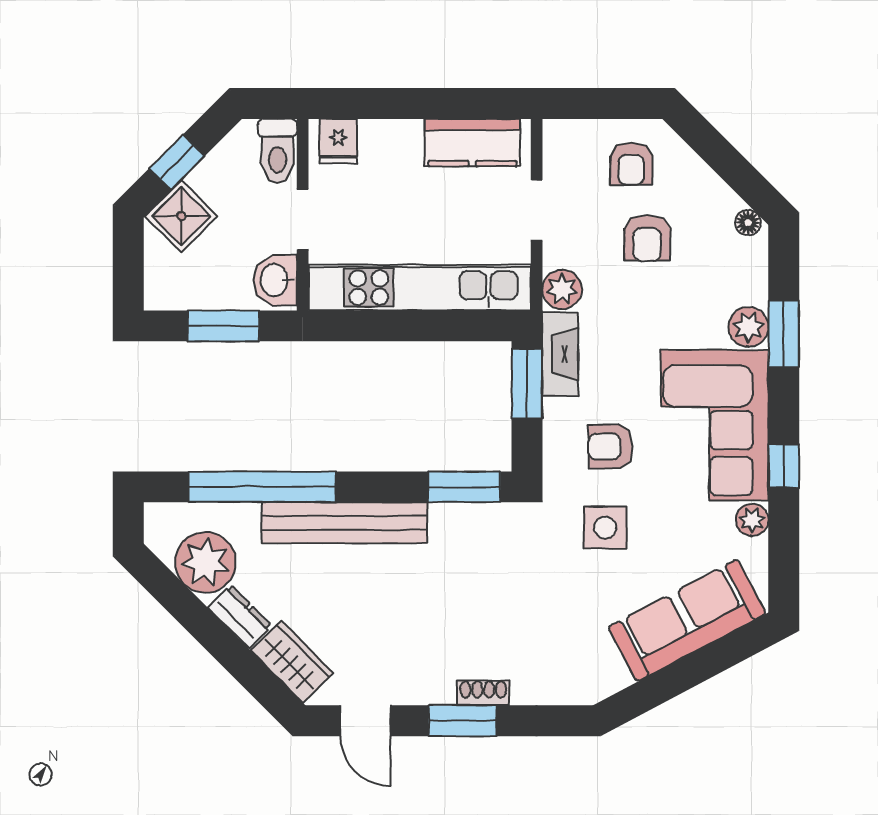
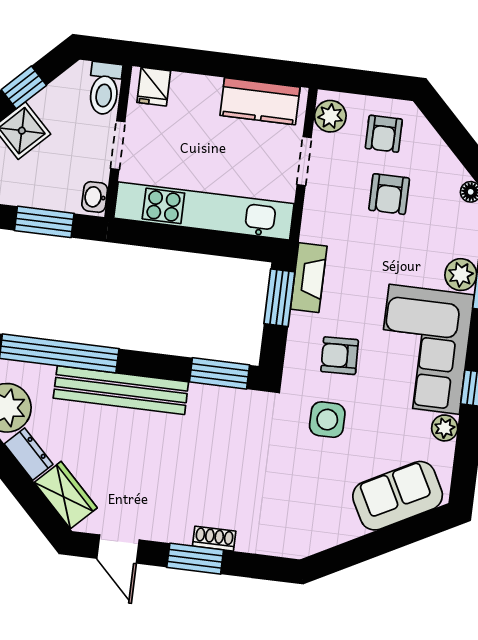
washbasin: (275, 280) -> (95, 197), width x0.72, depth x0.69
plant: (562, 289) -> (330, 116), moved
sofa: (687, 620) -> (398, 496), width x0.73

